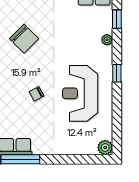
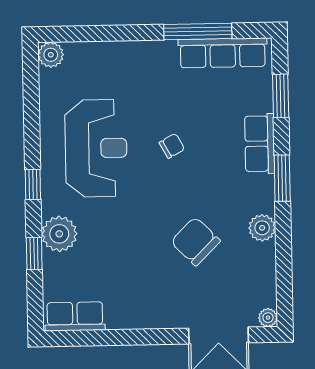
window: (117, 19) -> (34, 253), moved
plant: (107, 40) -> (59, 234), width x1.87, depth x1.87

